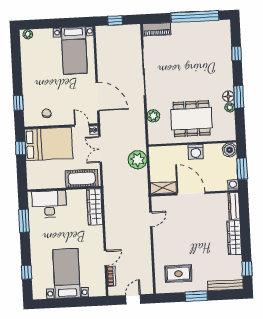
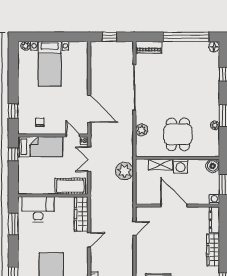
bed with nightstands: (74, 51) -> (50, 64), moved
floor lamp: (228, 96) -> (214, 47), moved
dining table: (192, 119) -> (178, 134), width x0.73
bed: (49, 144) -> (40, 147), width x0.67
shelving: (163, 188) -> (160, 165), moved
door: (105, 258) -> (89, 240), moved

